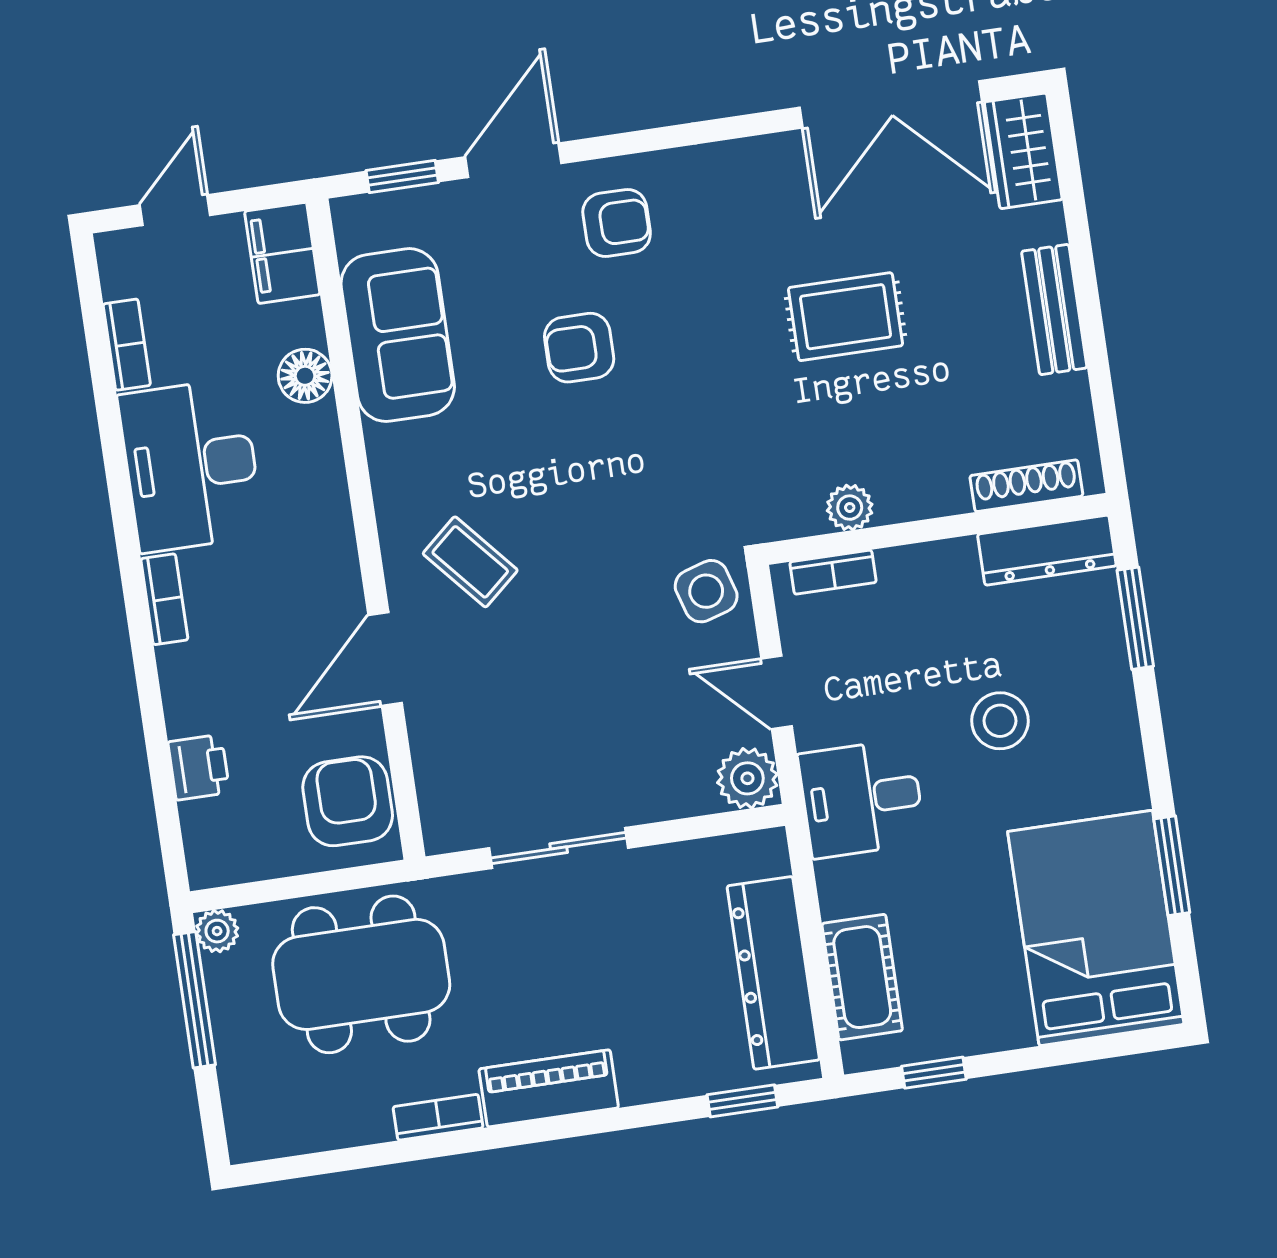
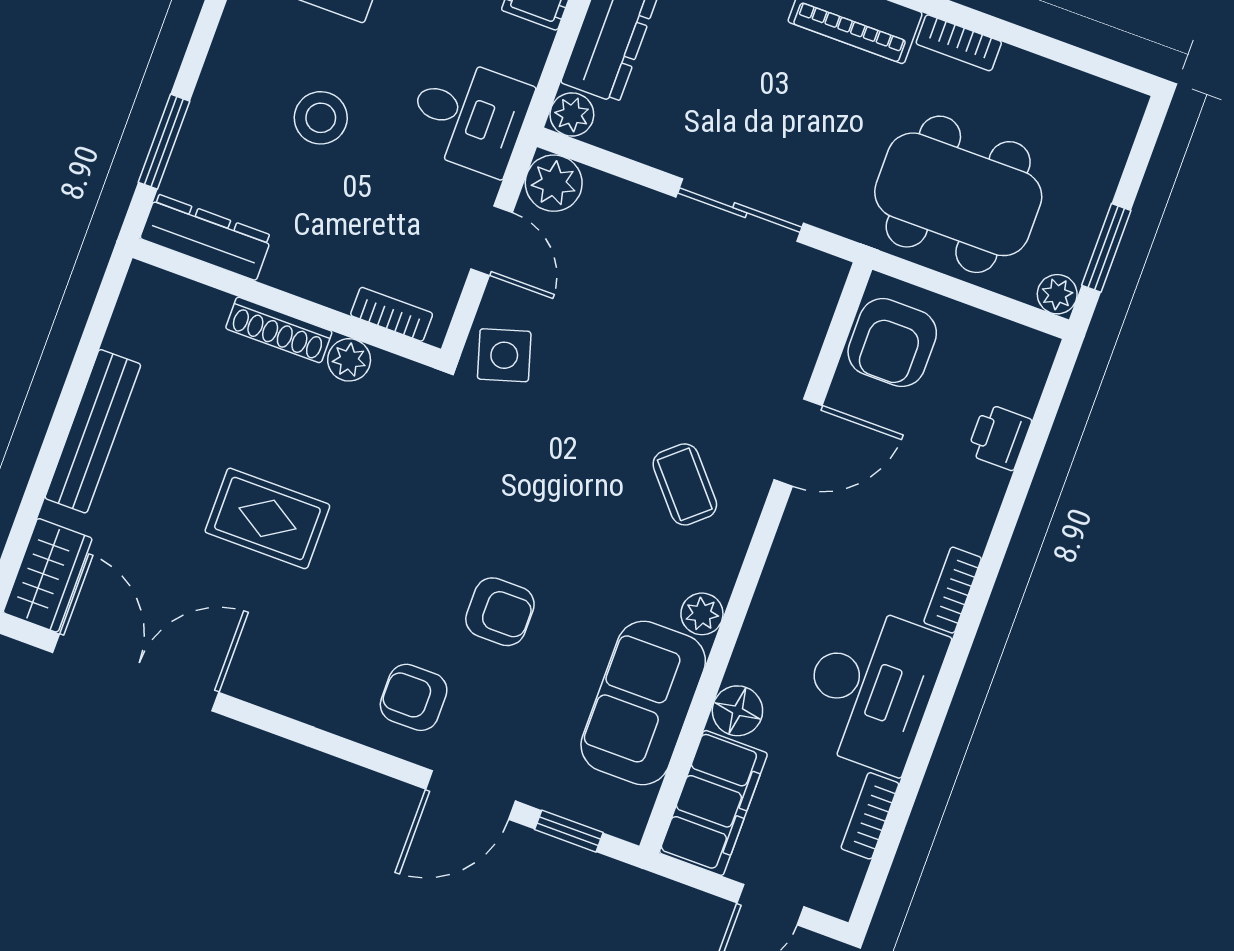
filing cabinet: (282, 253) -> (713, 803), width x1.50, depth x1.17
bench: (1054, 310) -> (93, 431), width x1.36
plant: (388, 449) -> (702, 614), added
shoe rack: (1026, 486) -> (279, 330), moved
plant: (765, 852) -> (572, 115), added
window: (195, 1000) -> (1106, 248), width x0.69

